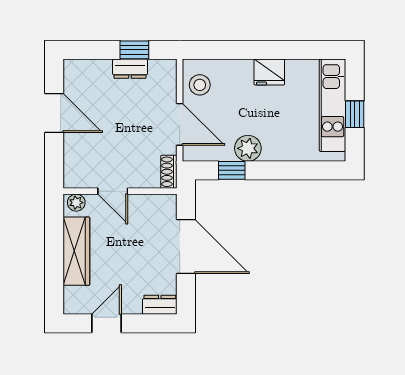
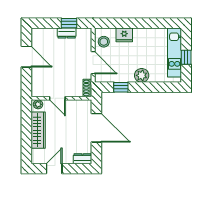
fridge: (269, 72) -> (124, 35), moved
plant: (248, 148) -> (142, 75), moved

